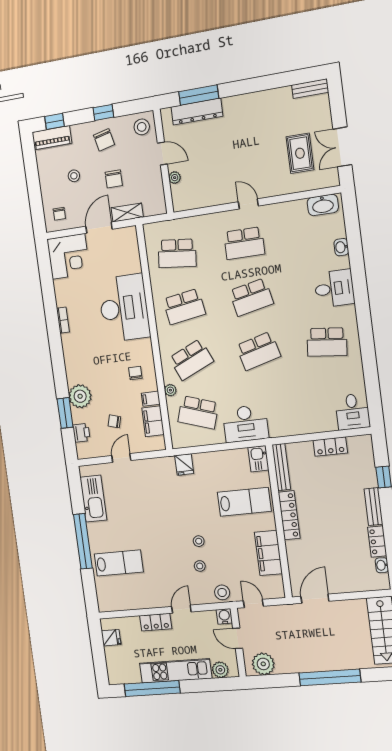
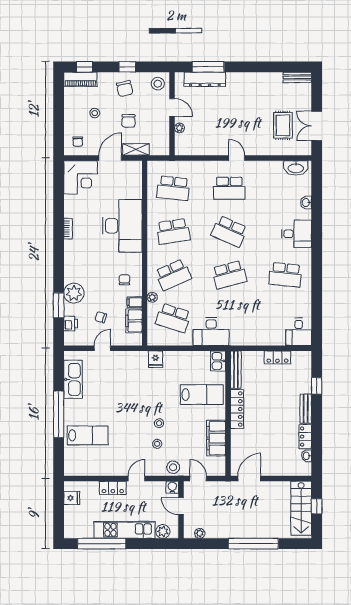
school desk: (251, 297) -> (229, 231), turned 36
plant: (263, 664) -> (200, 533), width x0.53, depth x0.53

